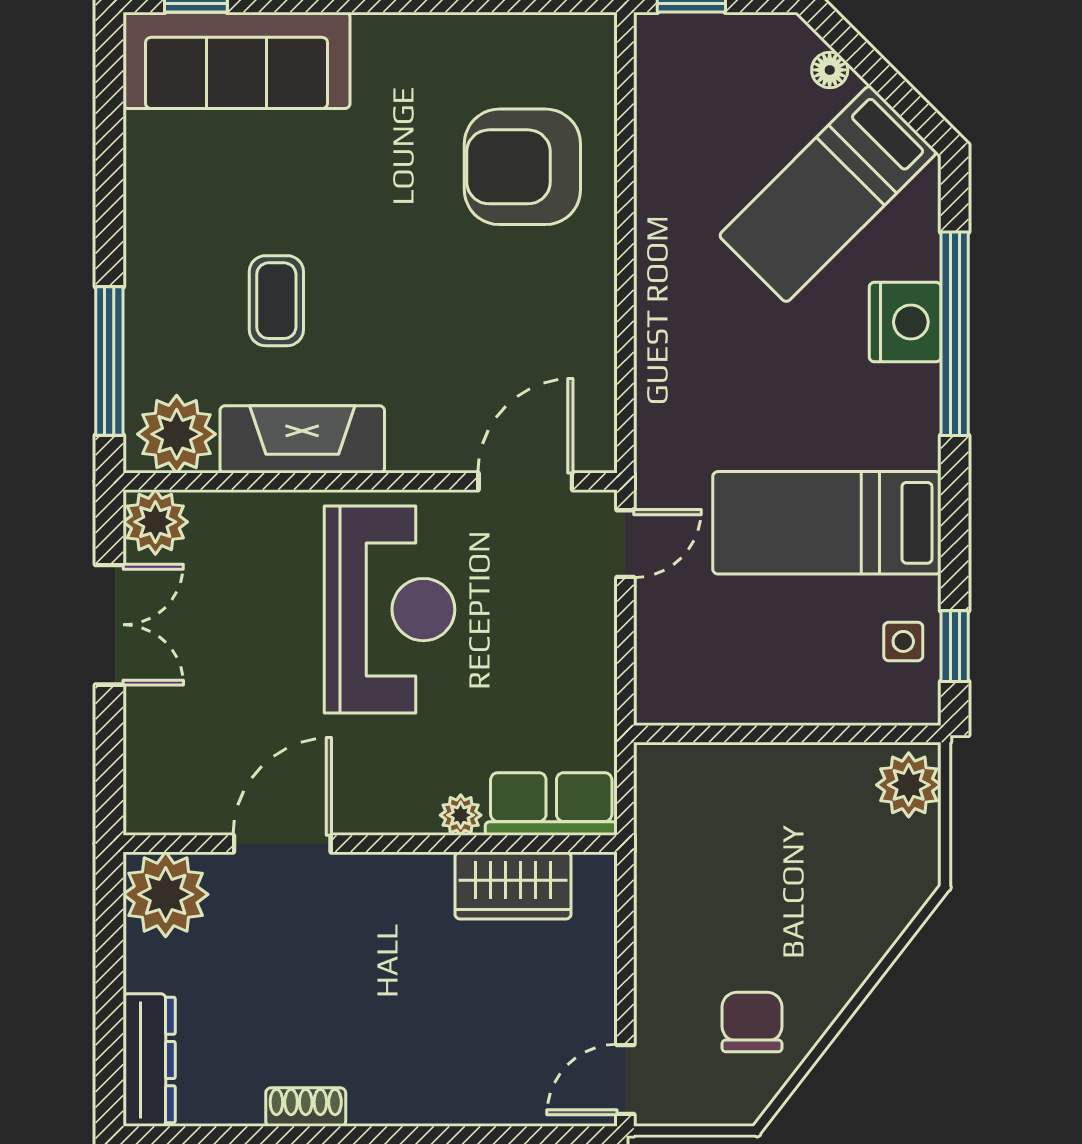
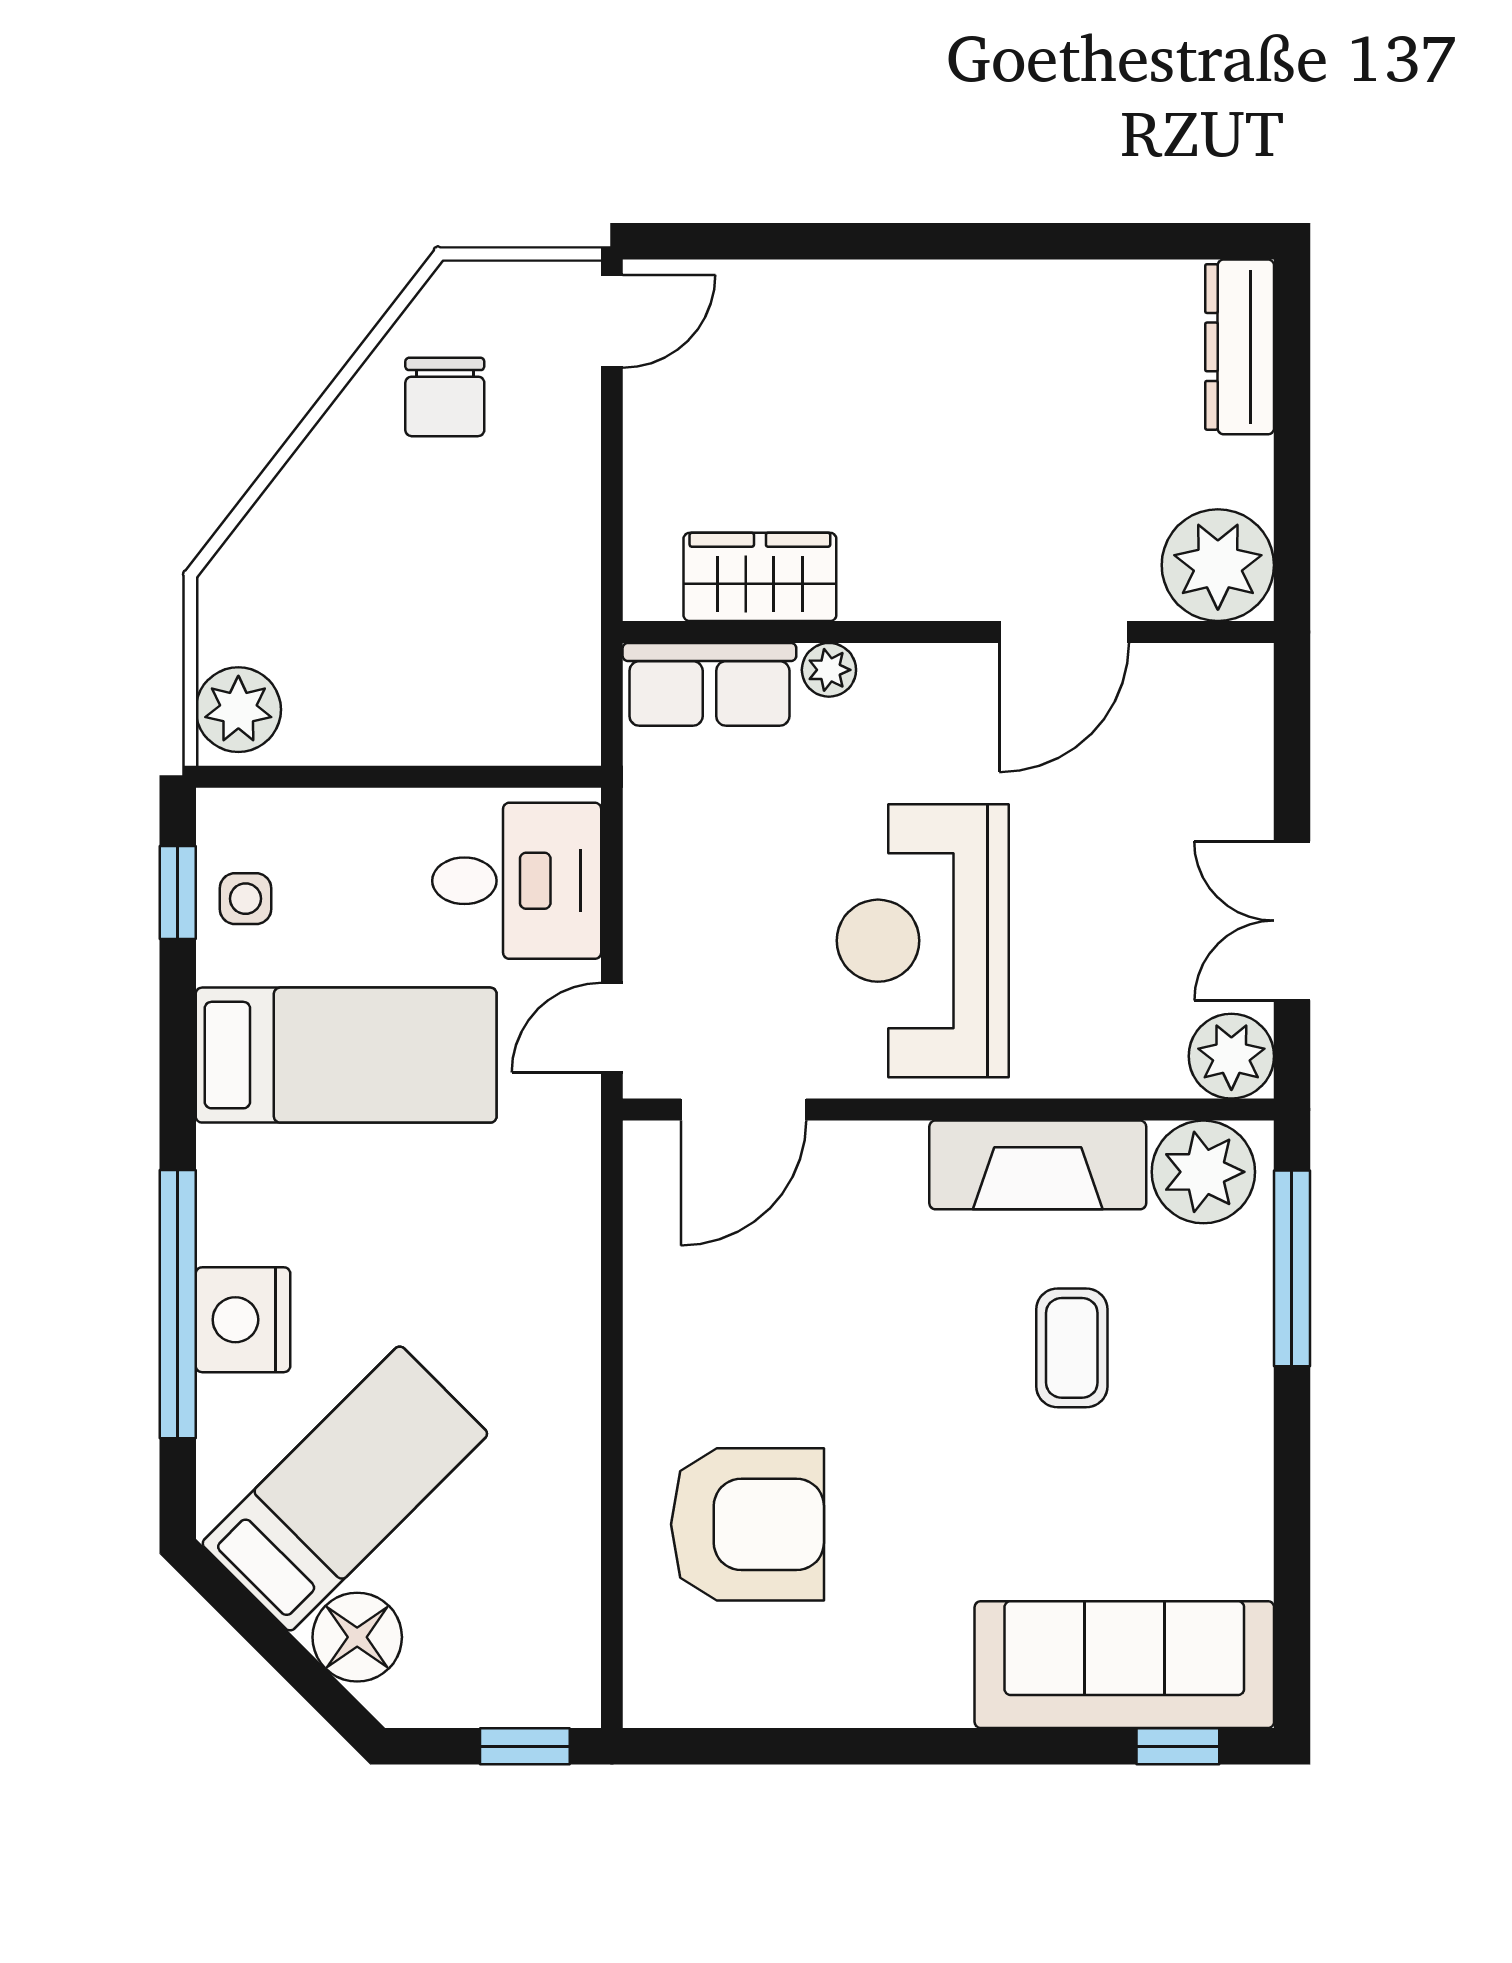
floor lamp: (830, 70) -> (357, 1637), width x1.89, depth x1.89
desk: (697, 655) -> (517, 881), added
shoe rack: (306, 1107) -> (1033, 285), removed

